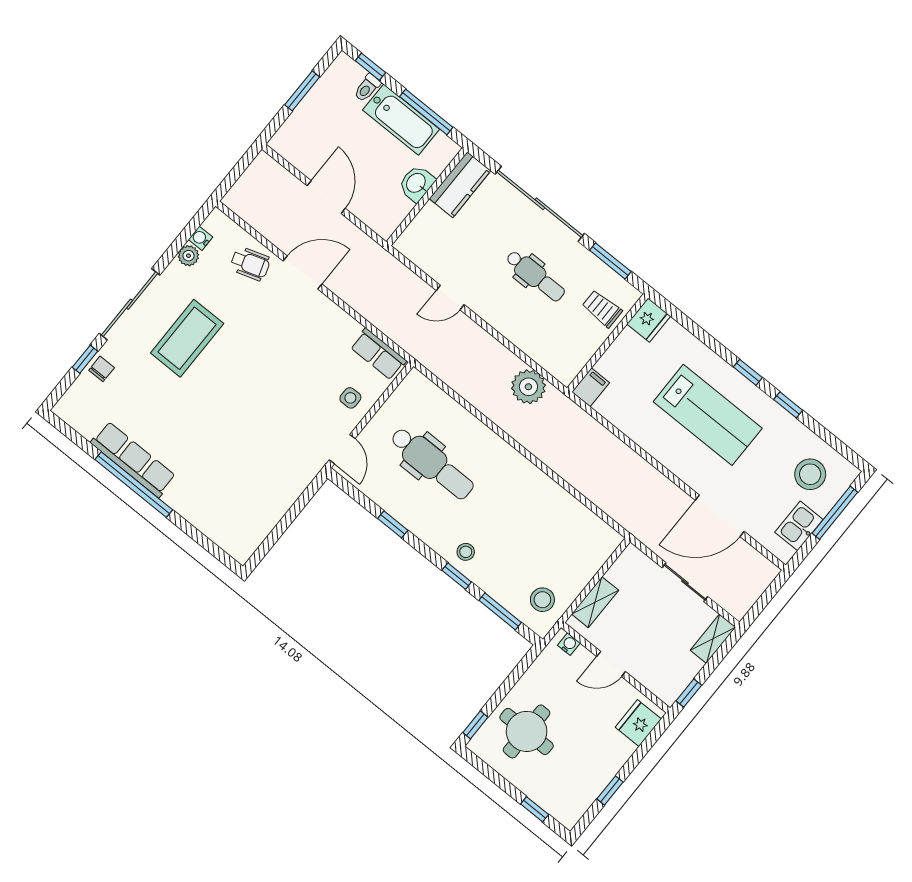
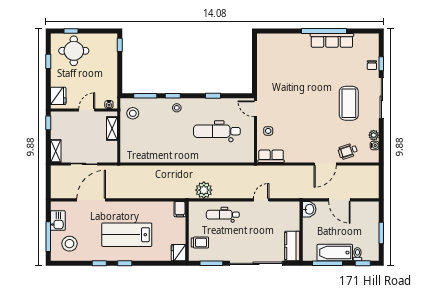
washbasin: (417, 183) -> (309, 209), moved
dental chair: (535, 276) -> (223, 215), moved
round table: (527, 731) -> (74, 51), moved

